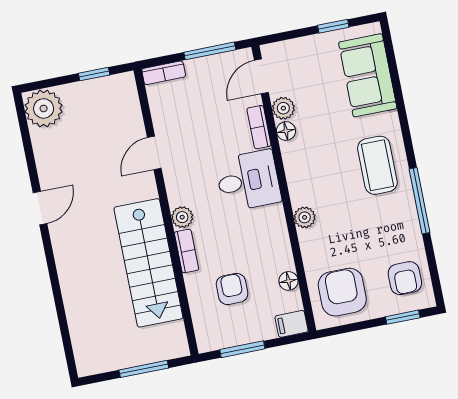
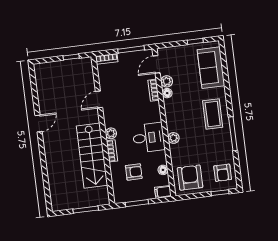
plant: (44, 108) -> (44, 73), removed
desk: (248, 181) -> (149, 138), moved
armchair: (232, 289) -> (134, 172), turned 90

